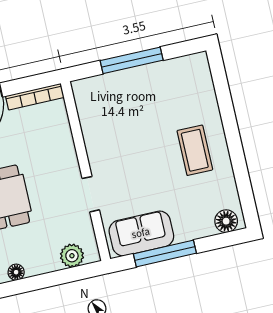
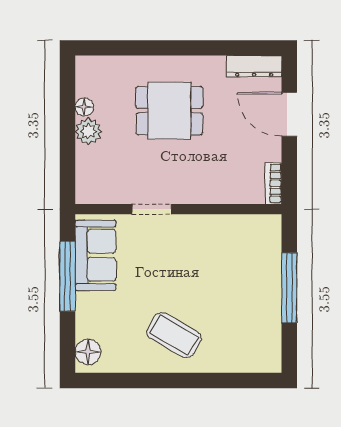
bookcase: (35, 97) -> (273, 183), width x0.64
coffee table: (195, 150) -> (174, 335), turned 30
plant: (72, 256) -> (88, 131), moved

